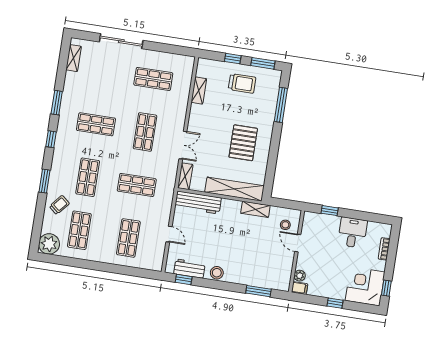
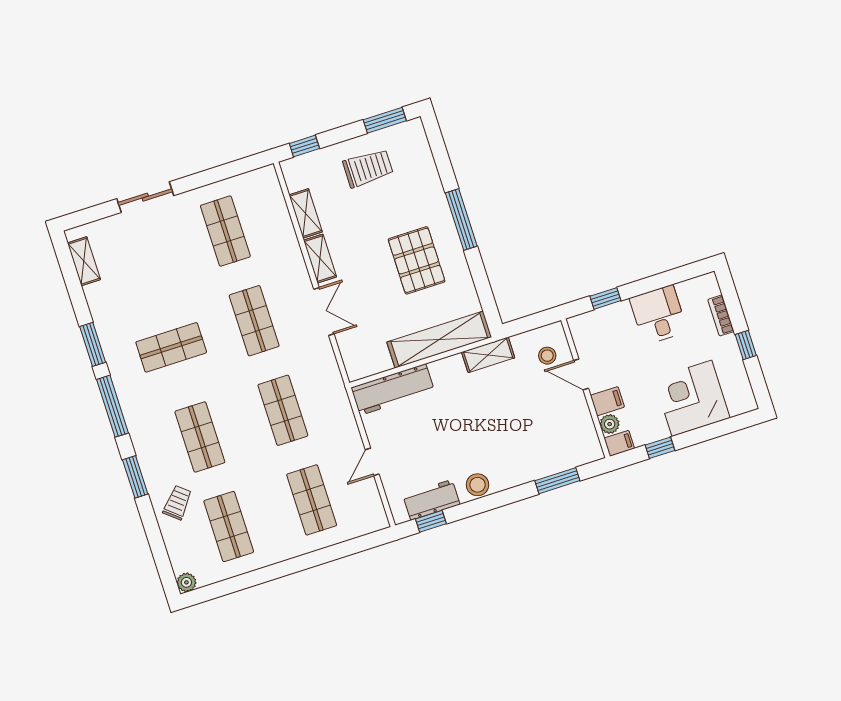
sliding door: (121, 41) -> (145, 197), width x0.73
window: (233, 59) -> (304, 146), moved
shop shelf: (153, 79) -> (225, 231), turned 90
window: (281, 105) -> (461, 220), moved
window: (51, 139) -> (112, 406), width x2.17
shelving: (185, 176) -> (320, 259), moved
shop shelf: (137, 185) -> (283, 410), turned 90
door: (169, 234) -> (372, 462), swing flipped
plant: (49, 244) -> (186, 582), width x0.53, depth x0.53
filing cabinet: (304, 263) -> (607, 401), added
corner desk: (365, 286) -> (692, 398), moved
window: (386, 288) -> (746, 345), moved
window: (335, 303) -> (660, 448), moved

